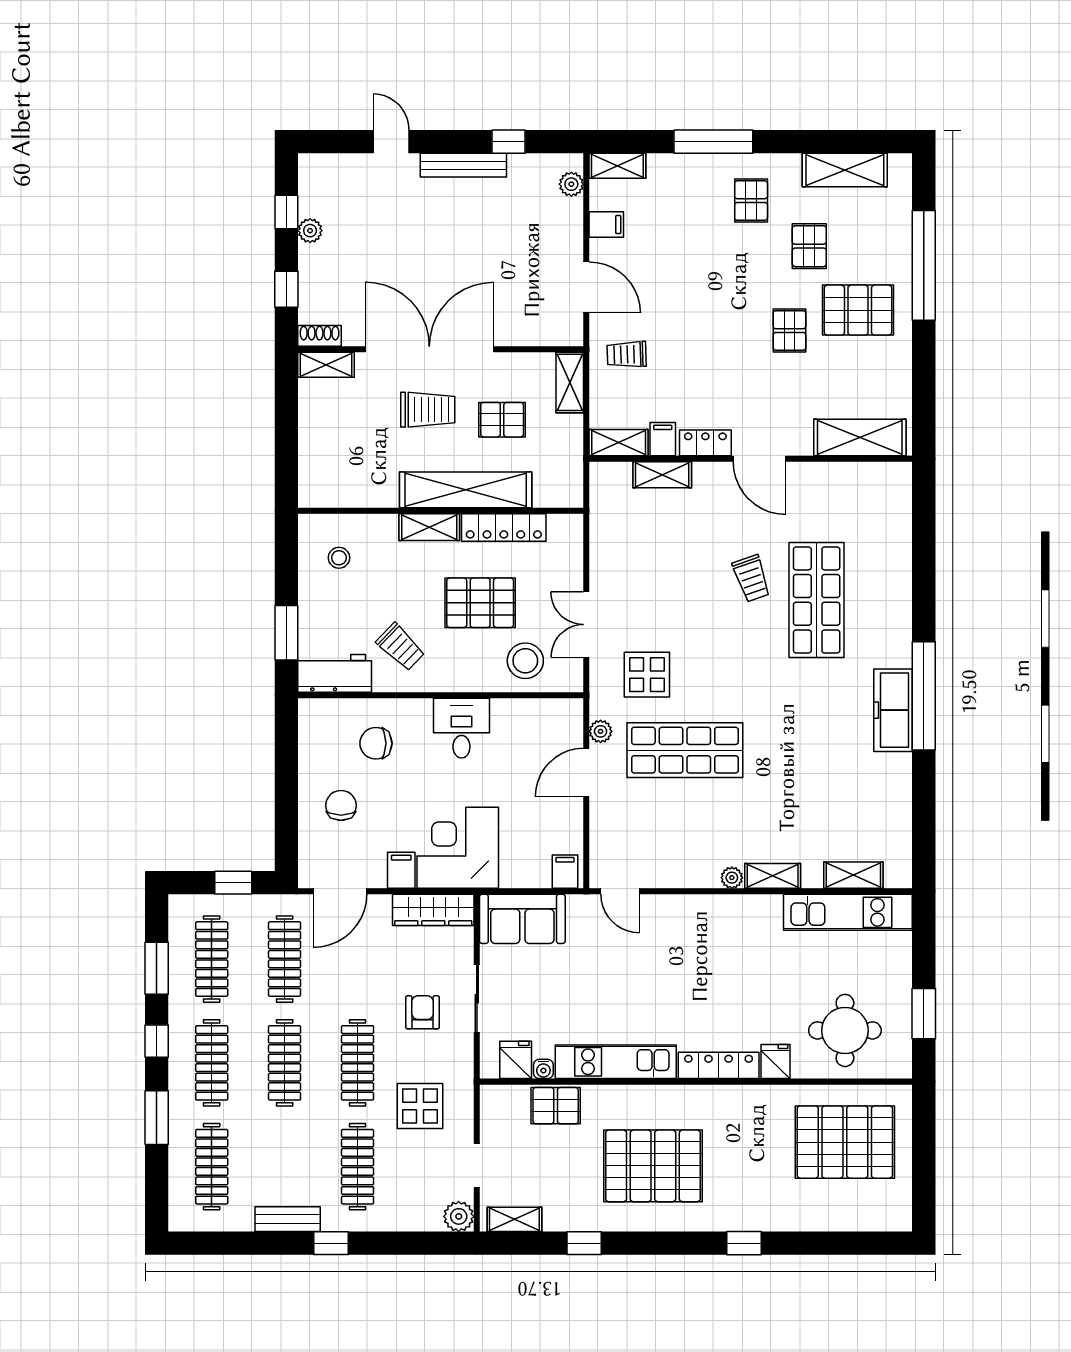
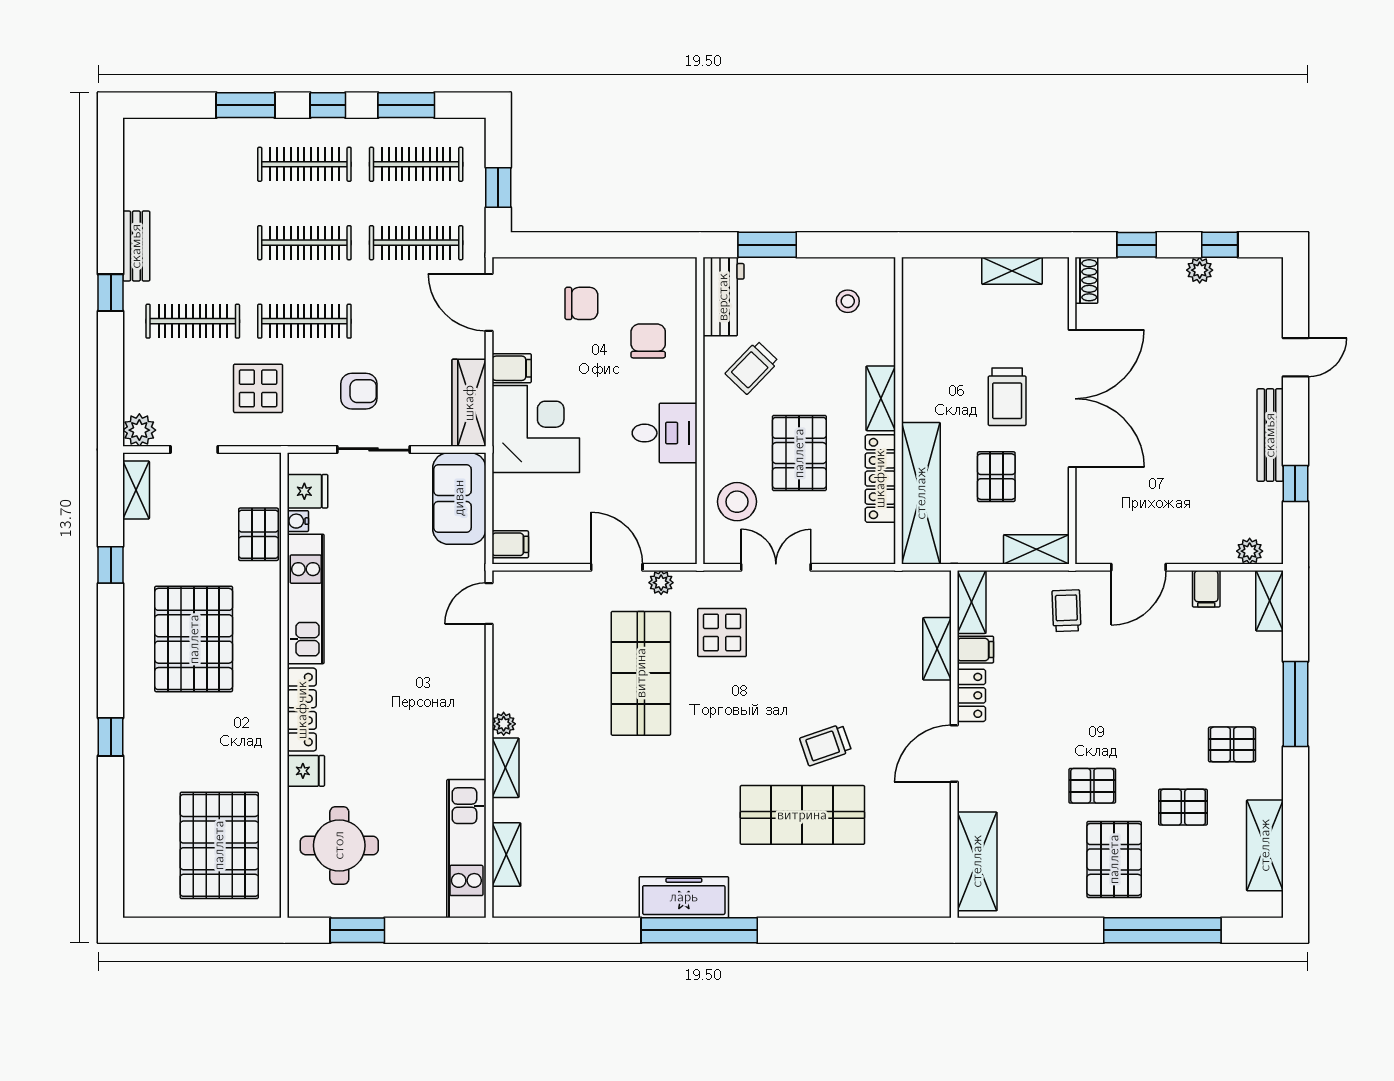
shelving: (326, 365) -> (1012, 271), moved, turned 90
shelving: (466, 490) -> (921, 493), moved
clothes rail: (212, 1167) -> (193, 164), removed

